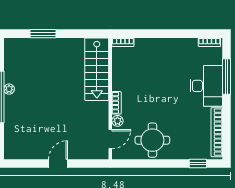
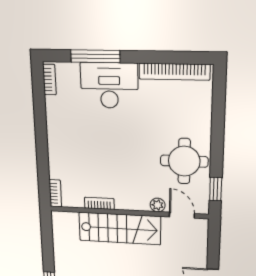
stairs: (97, 69) -> (120, 228), moved
bookcase: (116, 103) -> (99, 203), moved
window: (198, 163) -> (216, 189), moved

